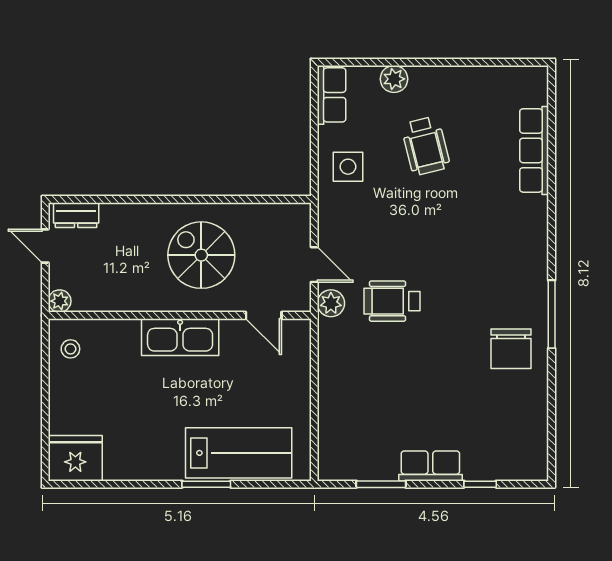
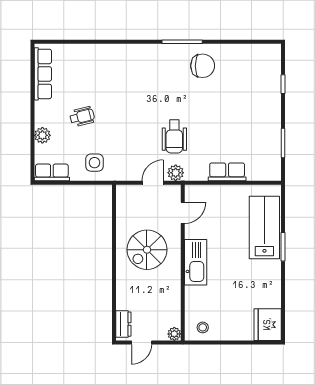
wheelchair: (426, 146) -> (82, 117), width x0.73, depth x0.73
row of seats: (534, 150) -> (43, 74), moved, turned -90
row of seats: (430, 466) -> (227, 172), moved, turned 90

